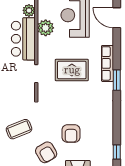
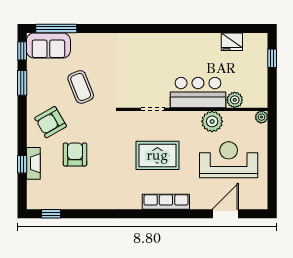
rug: (72, 70) -> (157, 155), turned 90
window: (117, 80) -> (144, 214), removed
armchair: (71, 134) -> (75, 154), turned 90

